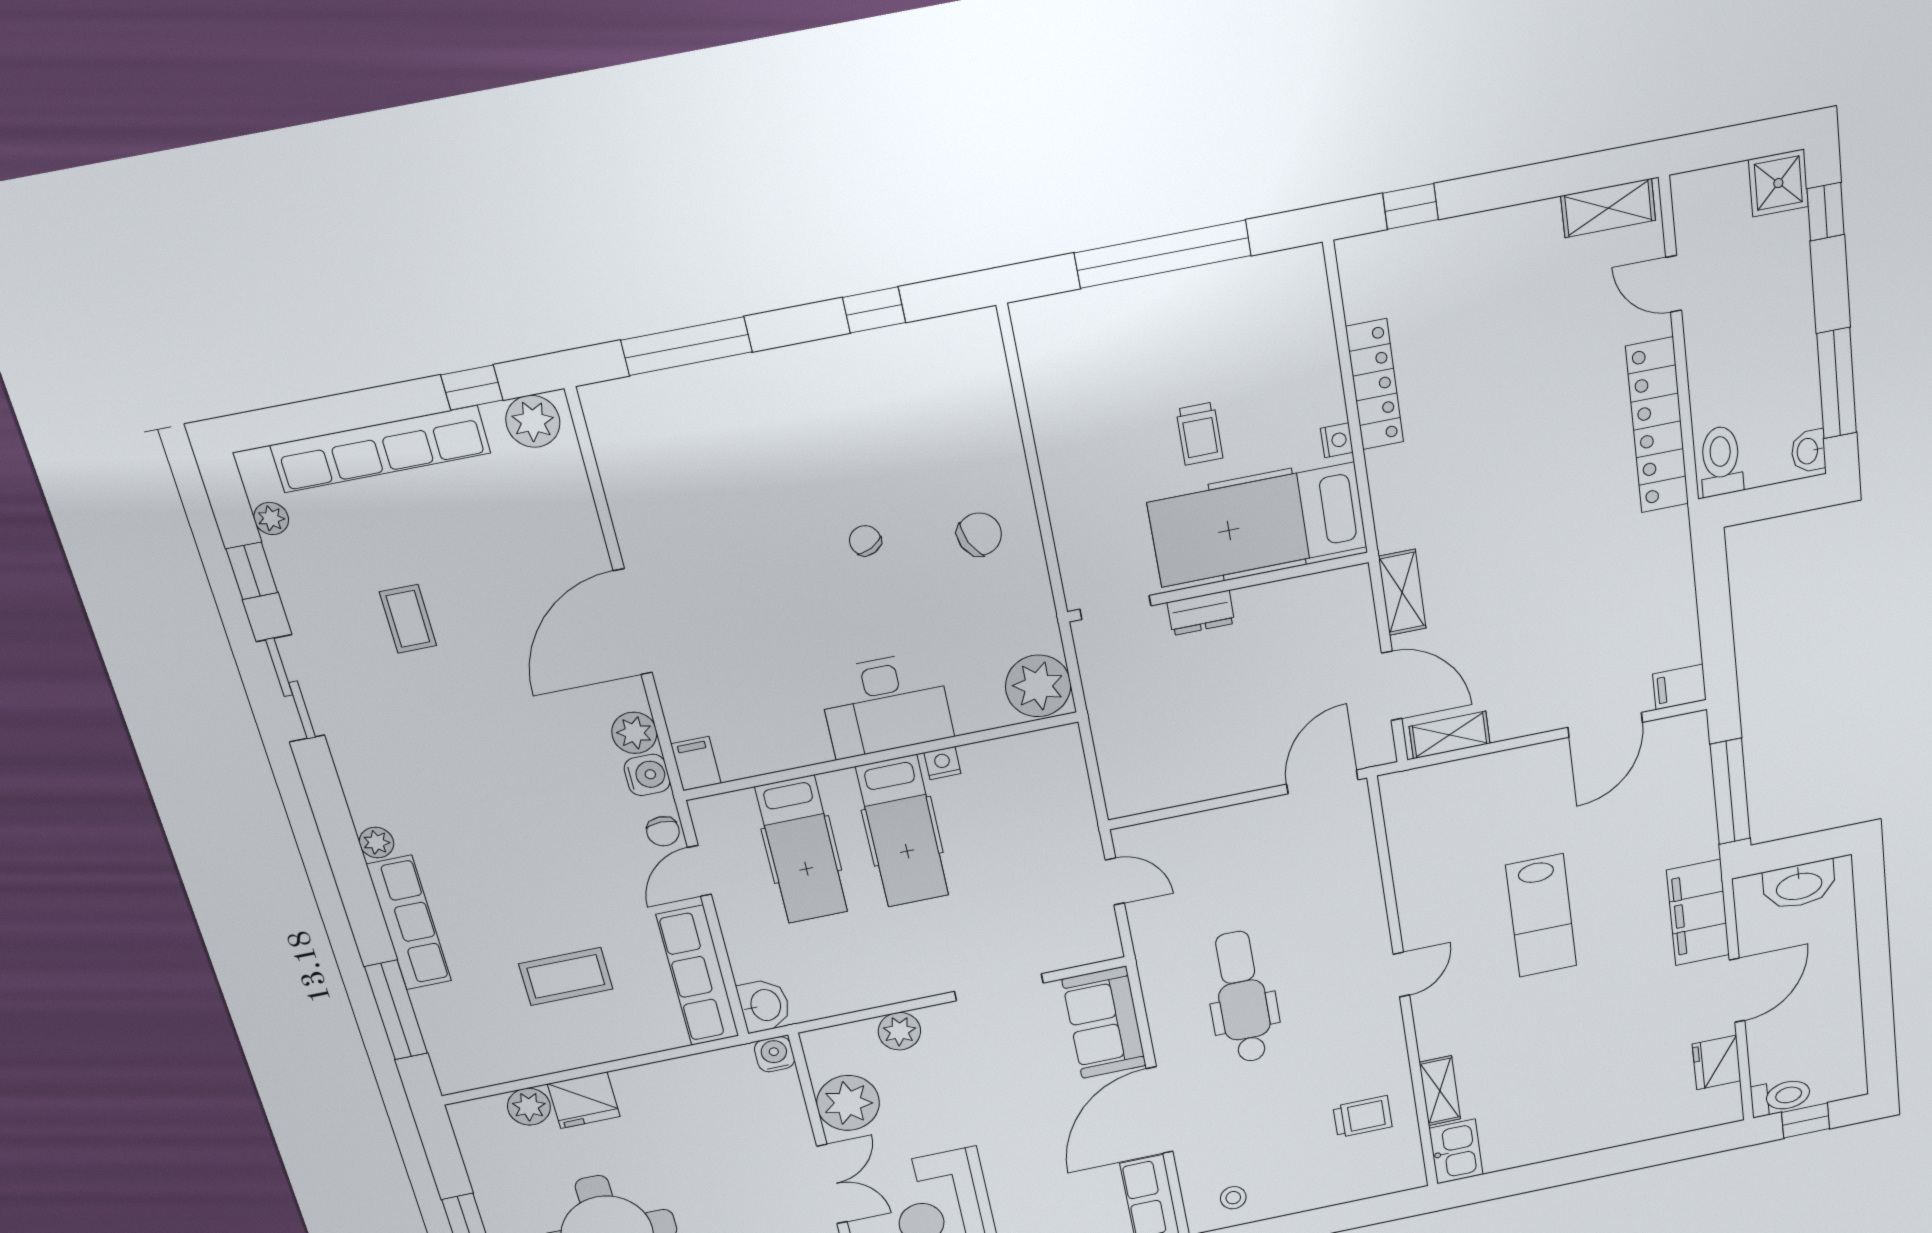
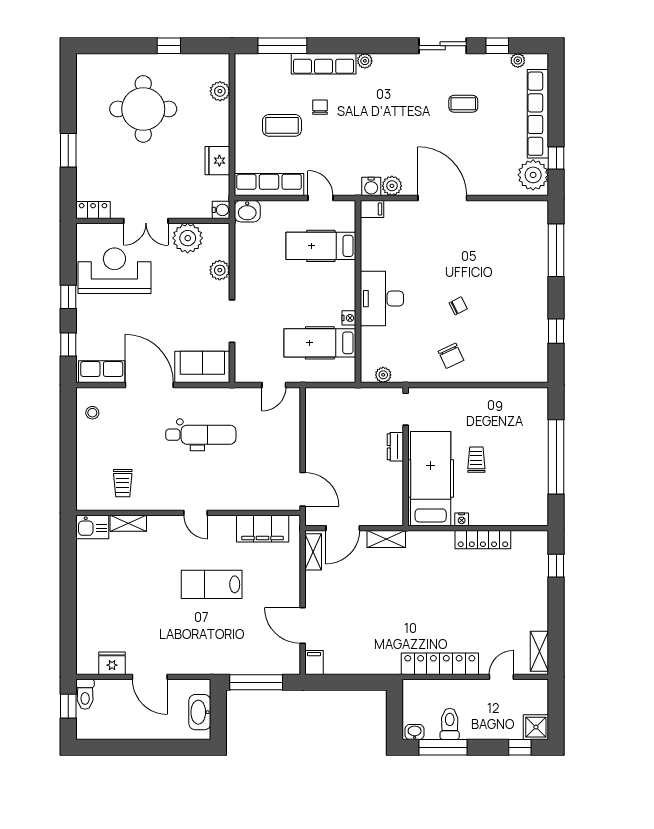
plant: (533, 421) -> (533, 175), width x1.36, depth x1.36
trolley: (1199, 434) -> (476, 460), turned 90
toilet: (1721, 461) -> (450, 724), moved, turned -90
plant: (1038, 686) -> (383, 375), width x0.53, depth x0.53
chair: (663, 831) -> (320, 107), moved, turned 90
hospital bed: (902, 831) -> (320, 343), moved
filing cabinet: (1698, 913) -> (263, 529), moved, turned 180
coffee table: (566, 976) -> (282, 125), turned 90
fridge: (584, 1100) -> (217, 161), moved

